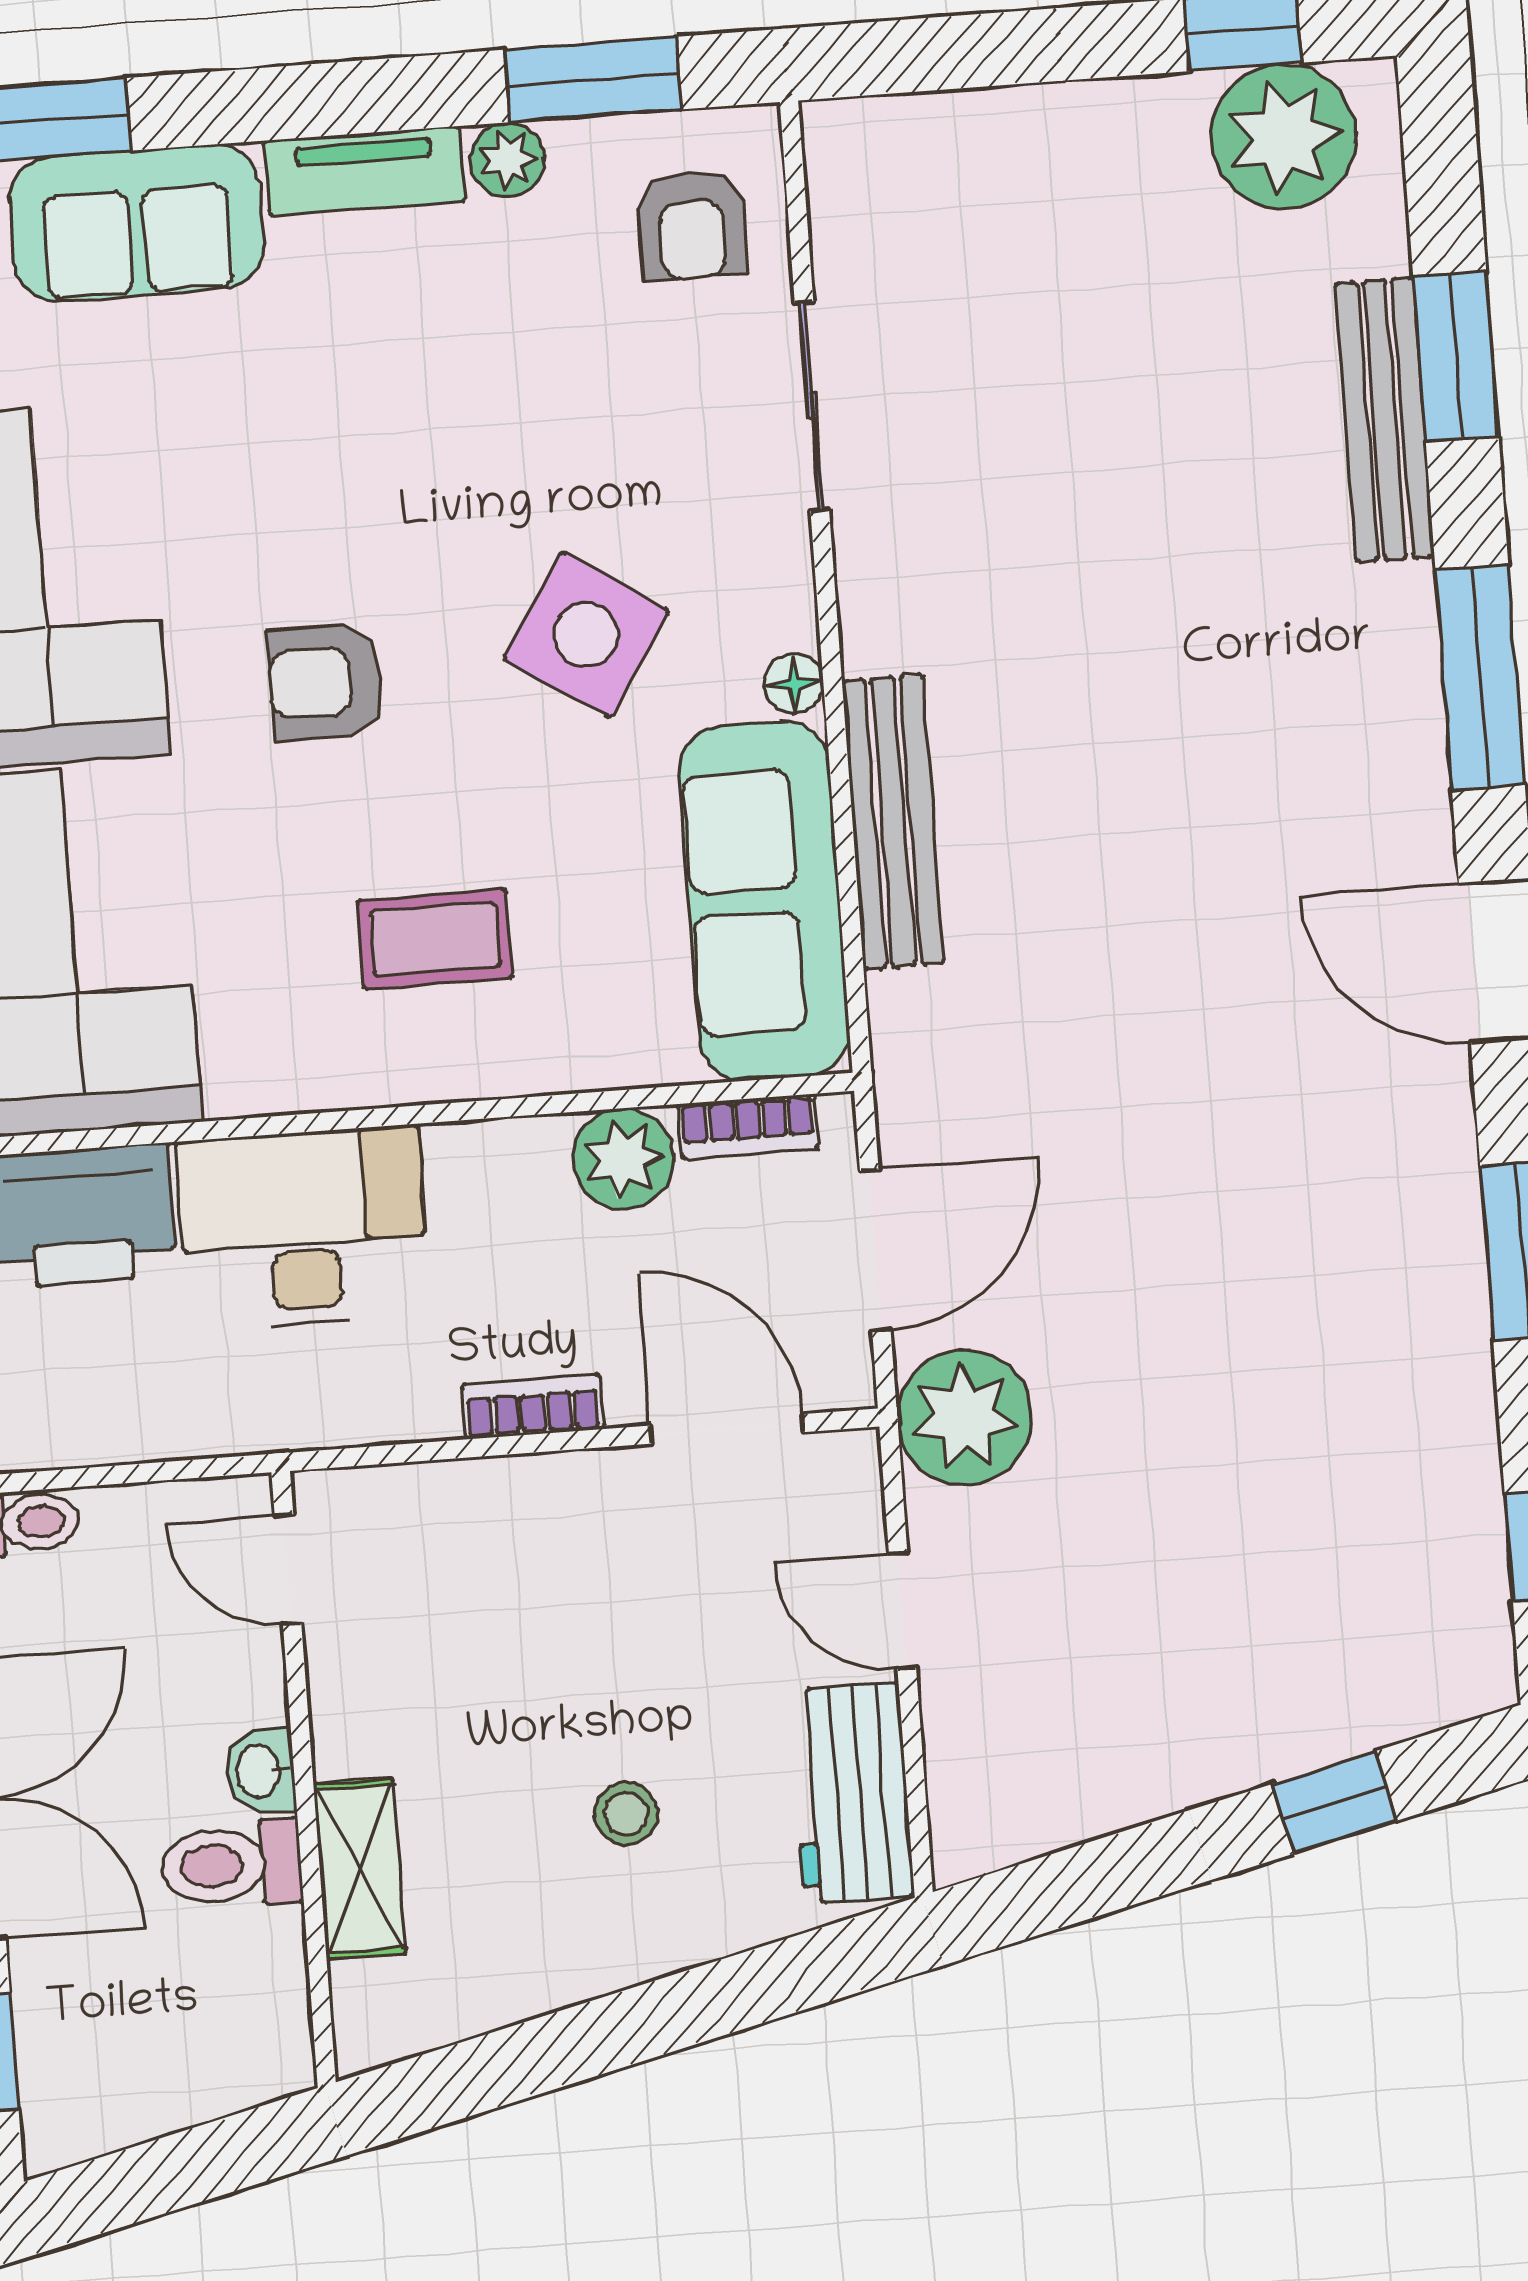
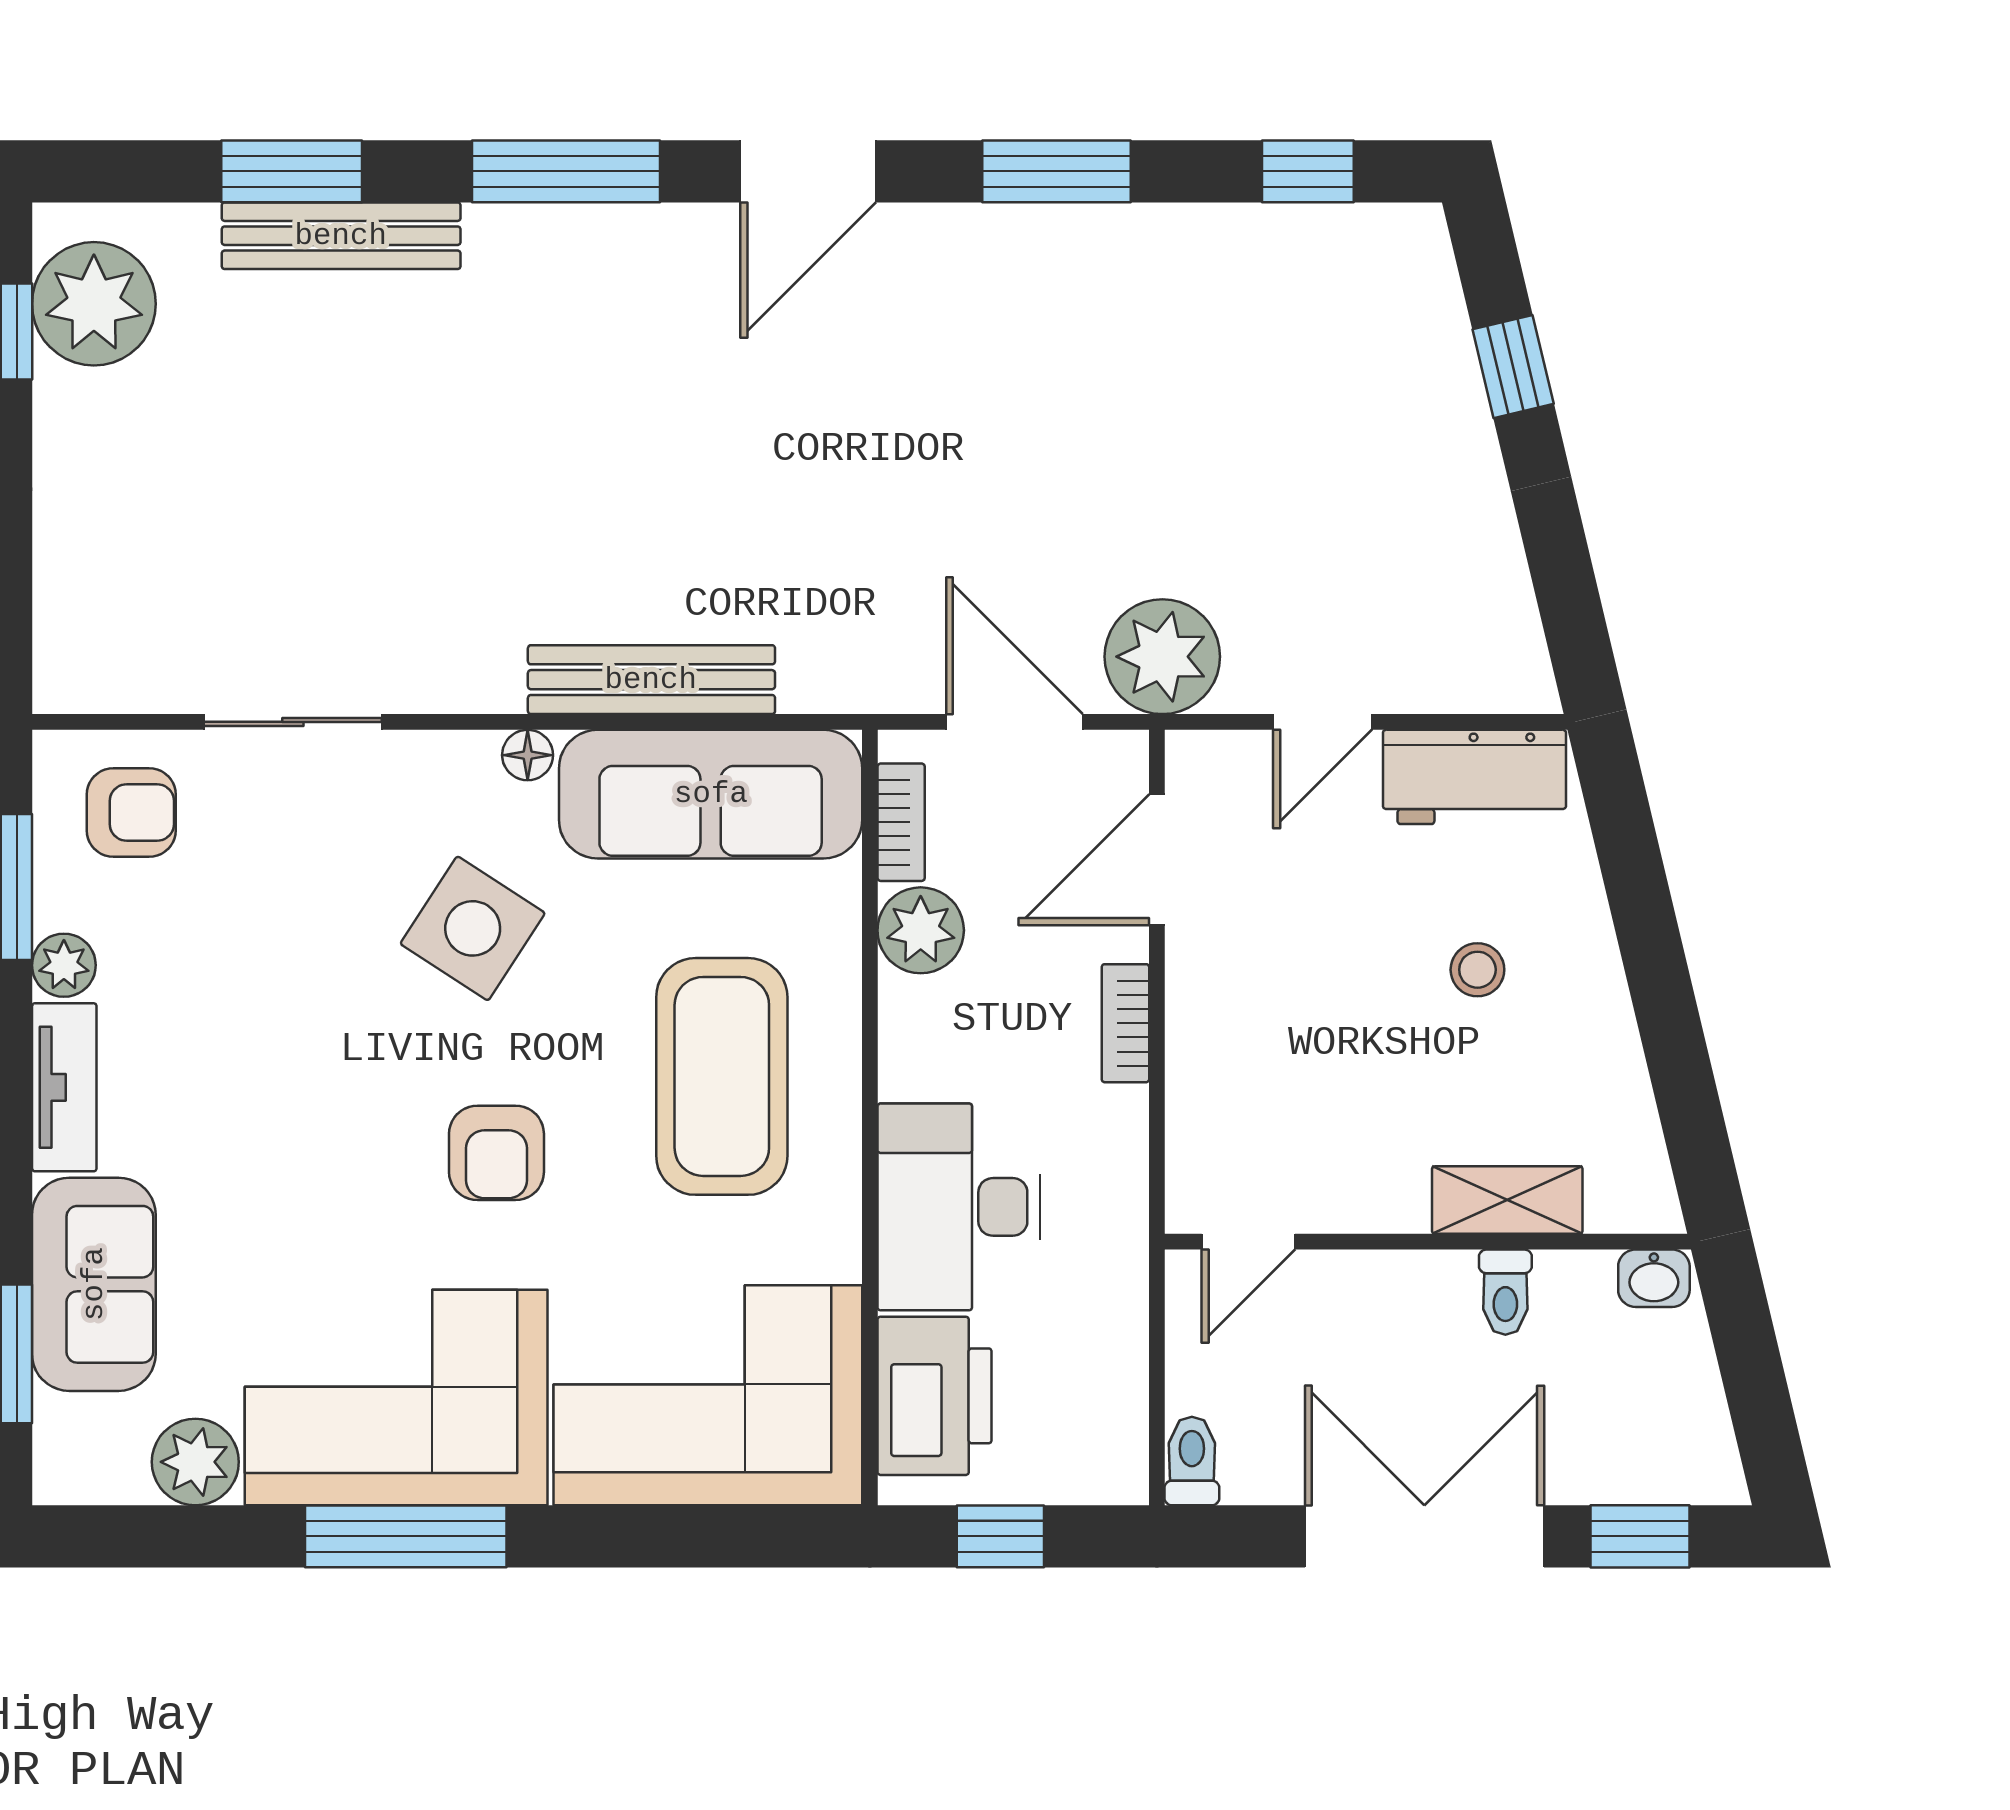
coffee table: (435, 939) -> (722, 1076), width x1.86, depth x1.72
washbasin: (260, 1771) -> (1654, 1278), moved
toilet: (231, 1865) -> (1505, 1292), width x0.73, depth x0.72

